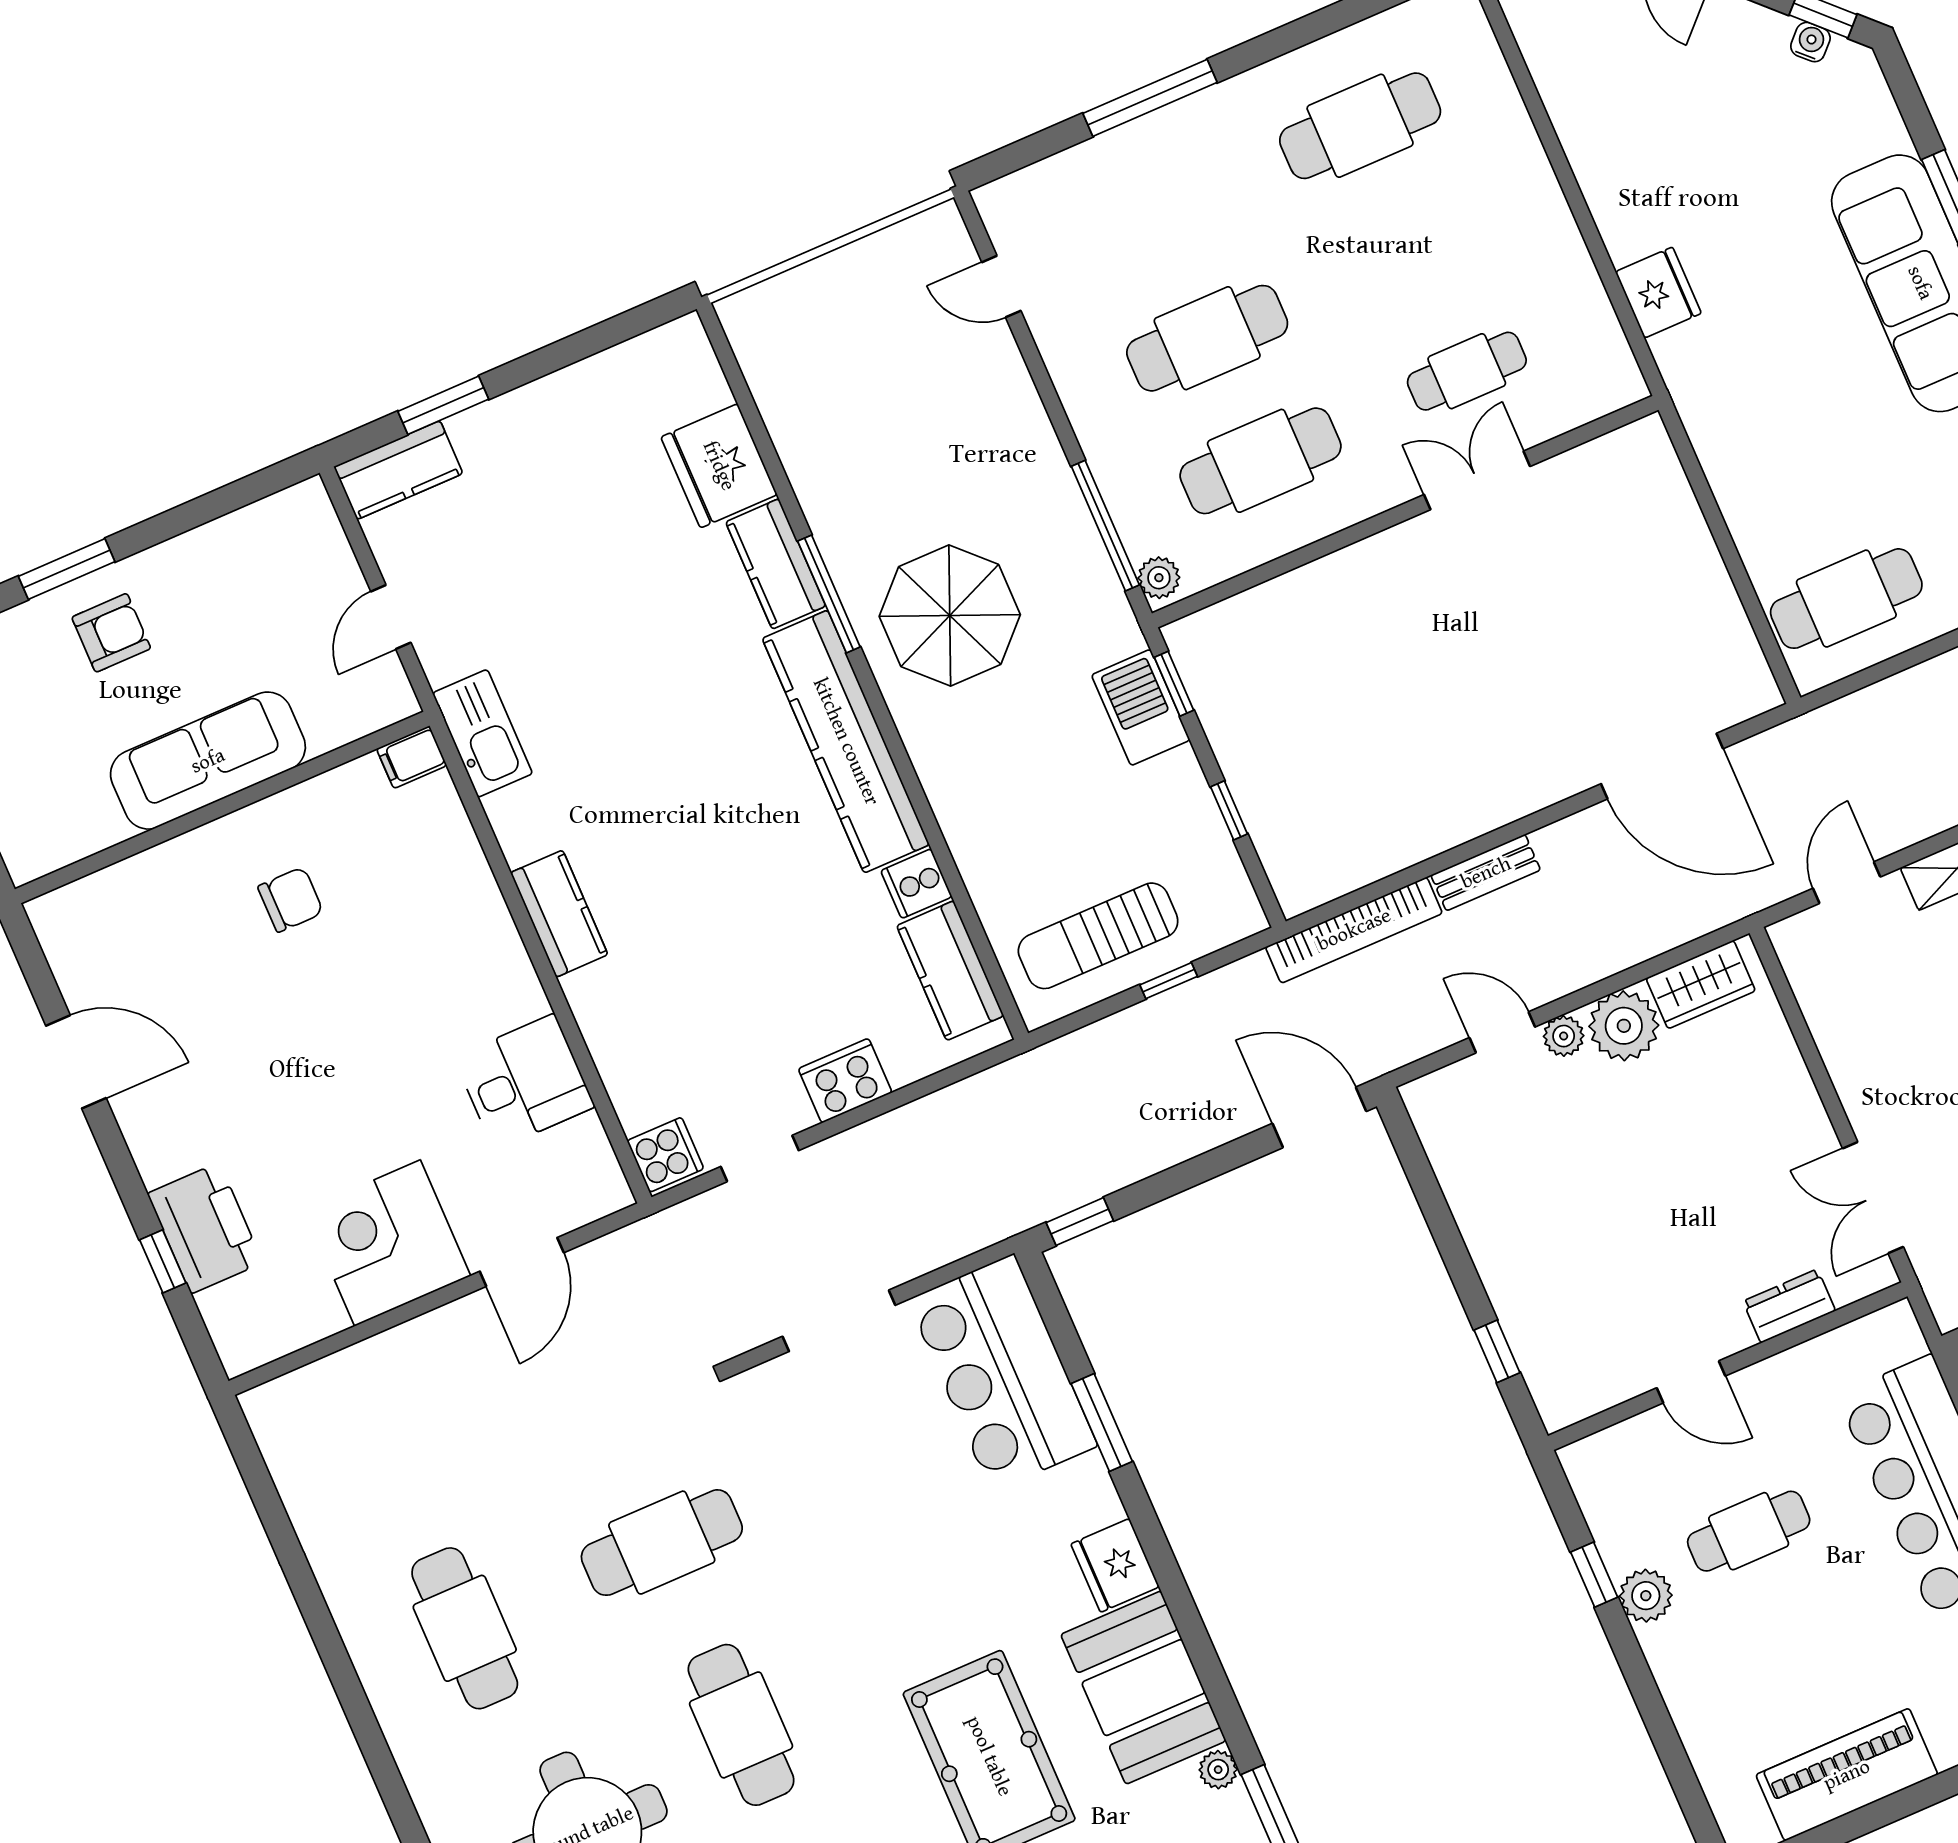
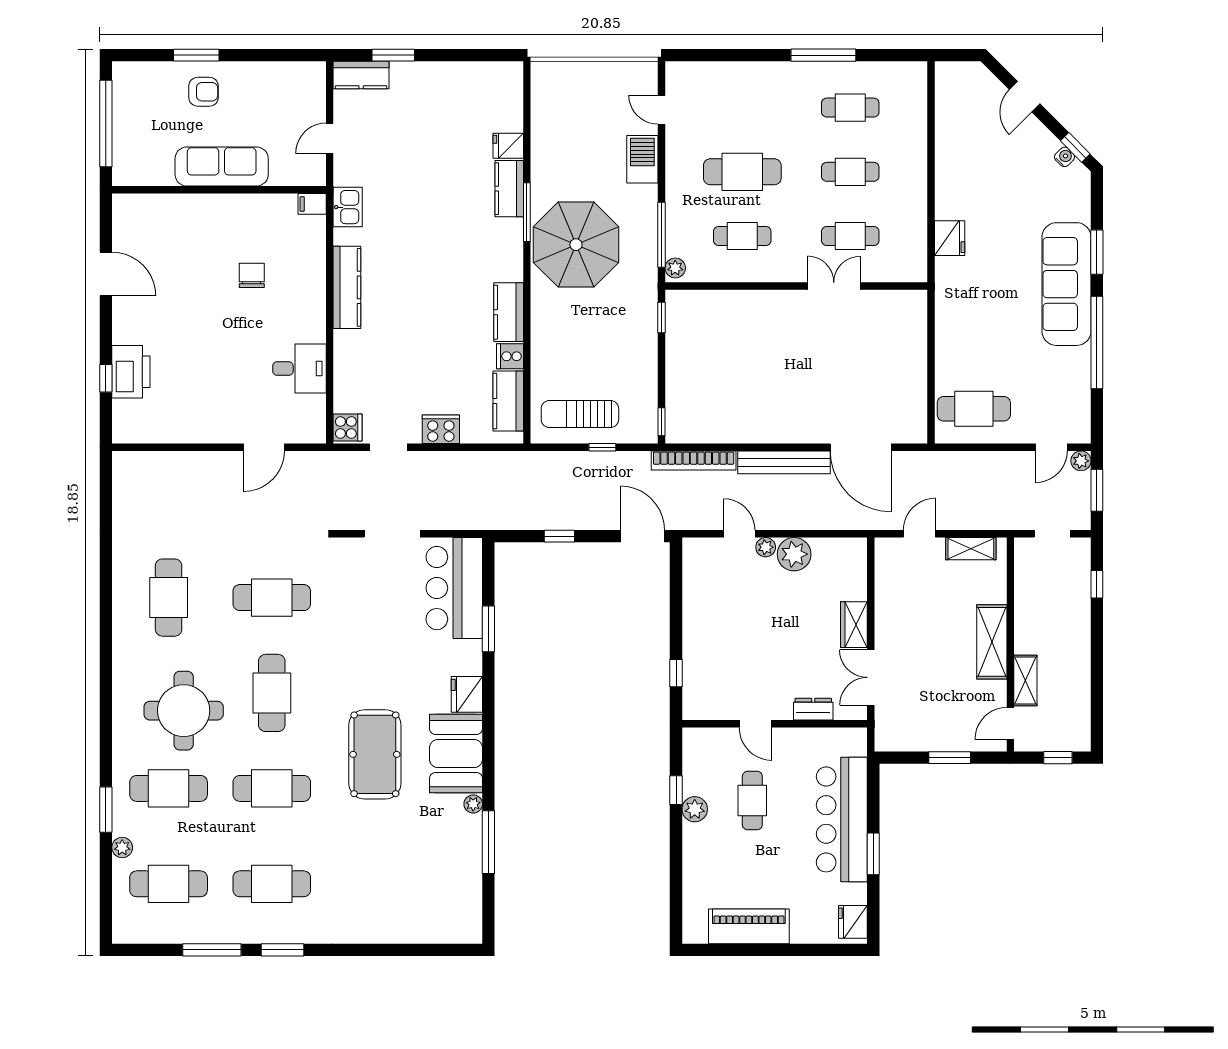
window: (1150, 98) -> (823, 55), moved
cafe table: (1360, 126) -> (850, 108), width x0.73, depth x0.74
cafe table: (1413, 248) -> (850, 172), added
cafe table: (1260, 461) -> (742, 236), width x0.73, depth x0.74
fridge: (719, 466) -> (508, 146), width x0.53, depth x0.75
parasol: (950, 616) -> (576, 245), width x1.36, depth x1.36
barbecue: (1141, 707) -> (642, 159), moved
kitchen sink: (482, 733) -> (348, 207), width x0.73
kitchen counter: (846, 742) -> (509, 312), width x0.48, depth x0.86
window: (1229, 810) -> (662, 422), moved
bench: (1486, 873) -> (784, 462), width x1.86, depth x1.21
chair: (291, 900) -> (252, 275), moved, turned -90
kitchen counter: (559, 914) -> (347, 287), width x1.50
wardrobe: (1701, 985) -> (854, 625), moved, turned 90
window: (1080, 1222) -> (559, 536), moved
corner desk: (388, 1243) -> (208, 413), removed
cafe table: (1749, 1531) -> (752, 801), turned 90

